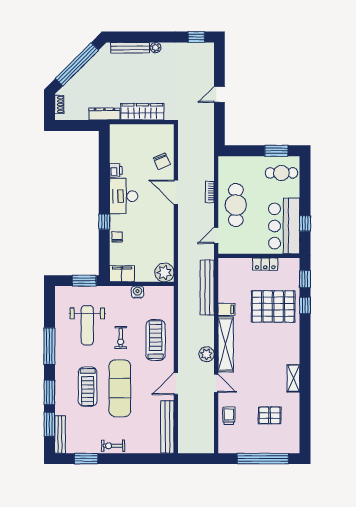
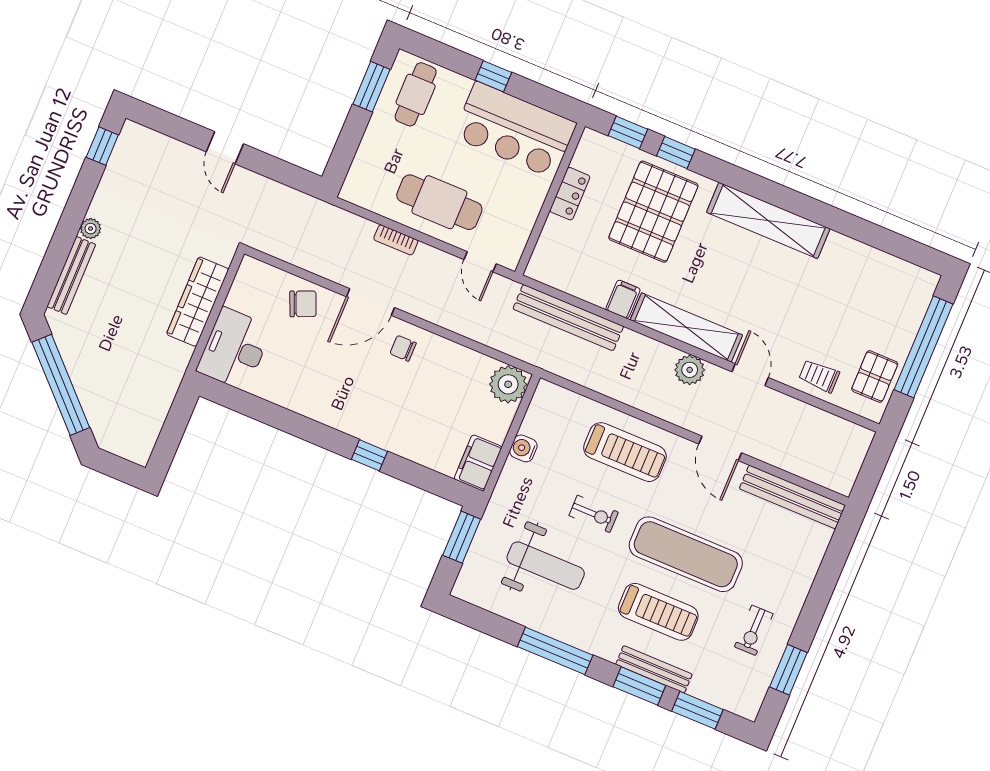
shoe rack: (59, 105) -> (121, 448), removed
dresser: (104, 114) -> (173, 373), removed
printer: (116, 170) -> (284, 395), removed
desk: (124, 196) -> (234, 349), moved, turned 90
window: (305, 223) -> (493, 76), moved
chair: (117, 237) -> (403, 348), moved
treadmill: (156, 340) -> (625, 452), turned 180
shelving: (293, 378) -> (768, 220), width x2.20, depth x1.33
door: (216, 383) -> (750, 375), hinge flipped
pallet: (270, 415) -> (875, 377), moved
bench: (60, 434) -> (654, 669), moved
exercise bike: (113, 446) -> (754, 630), moved

